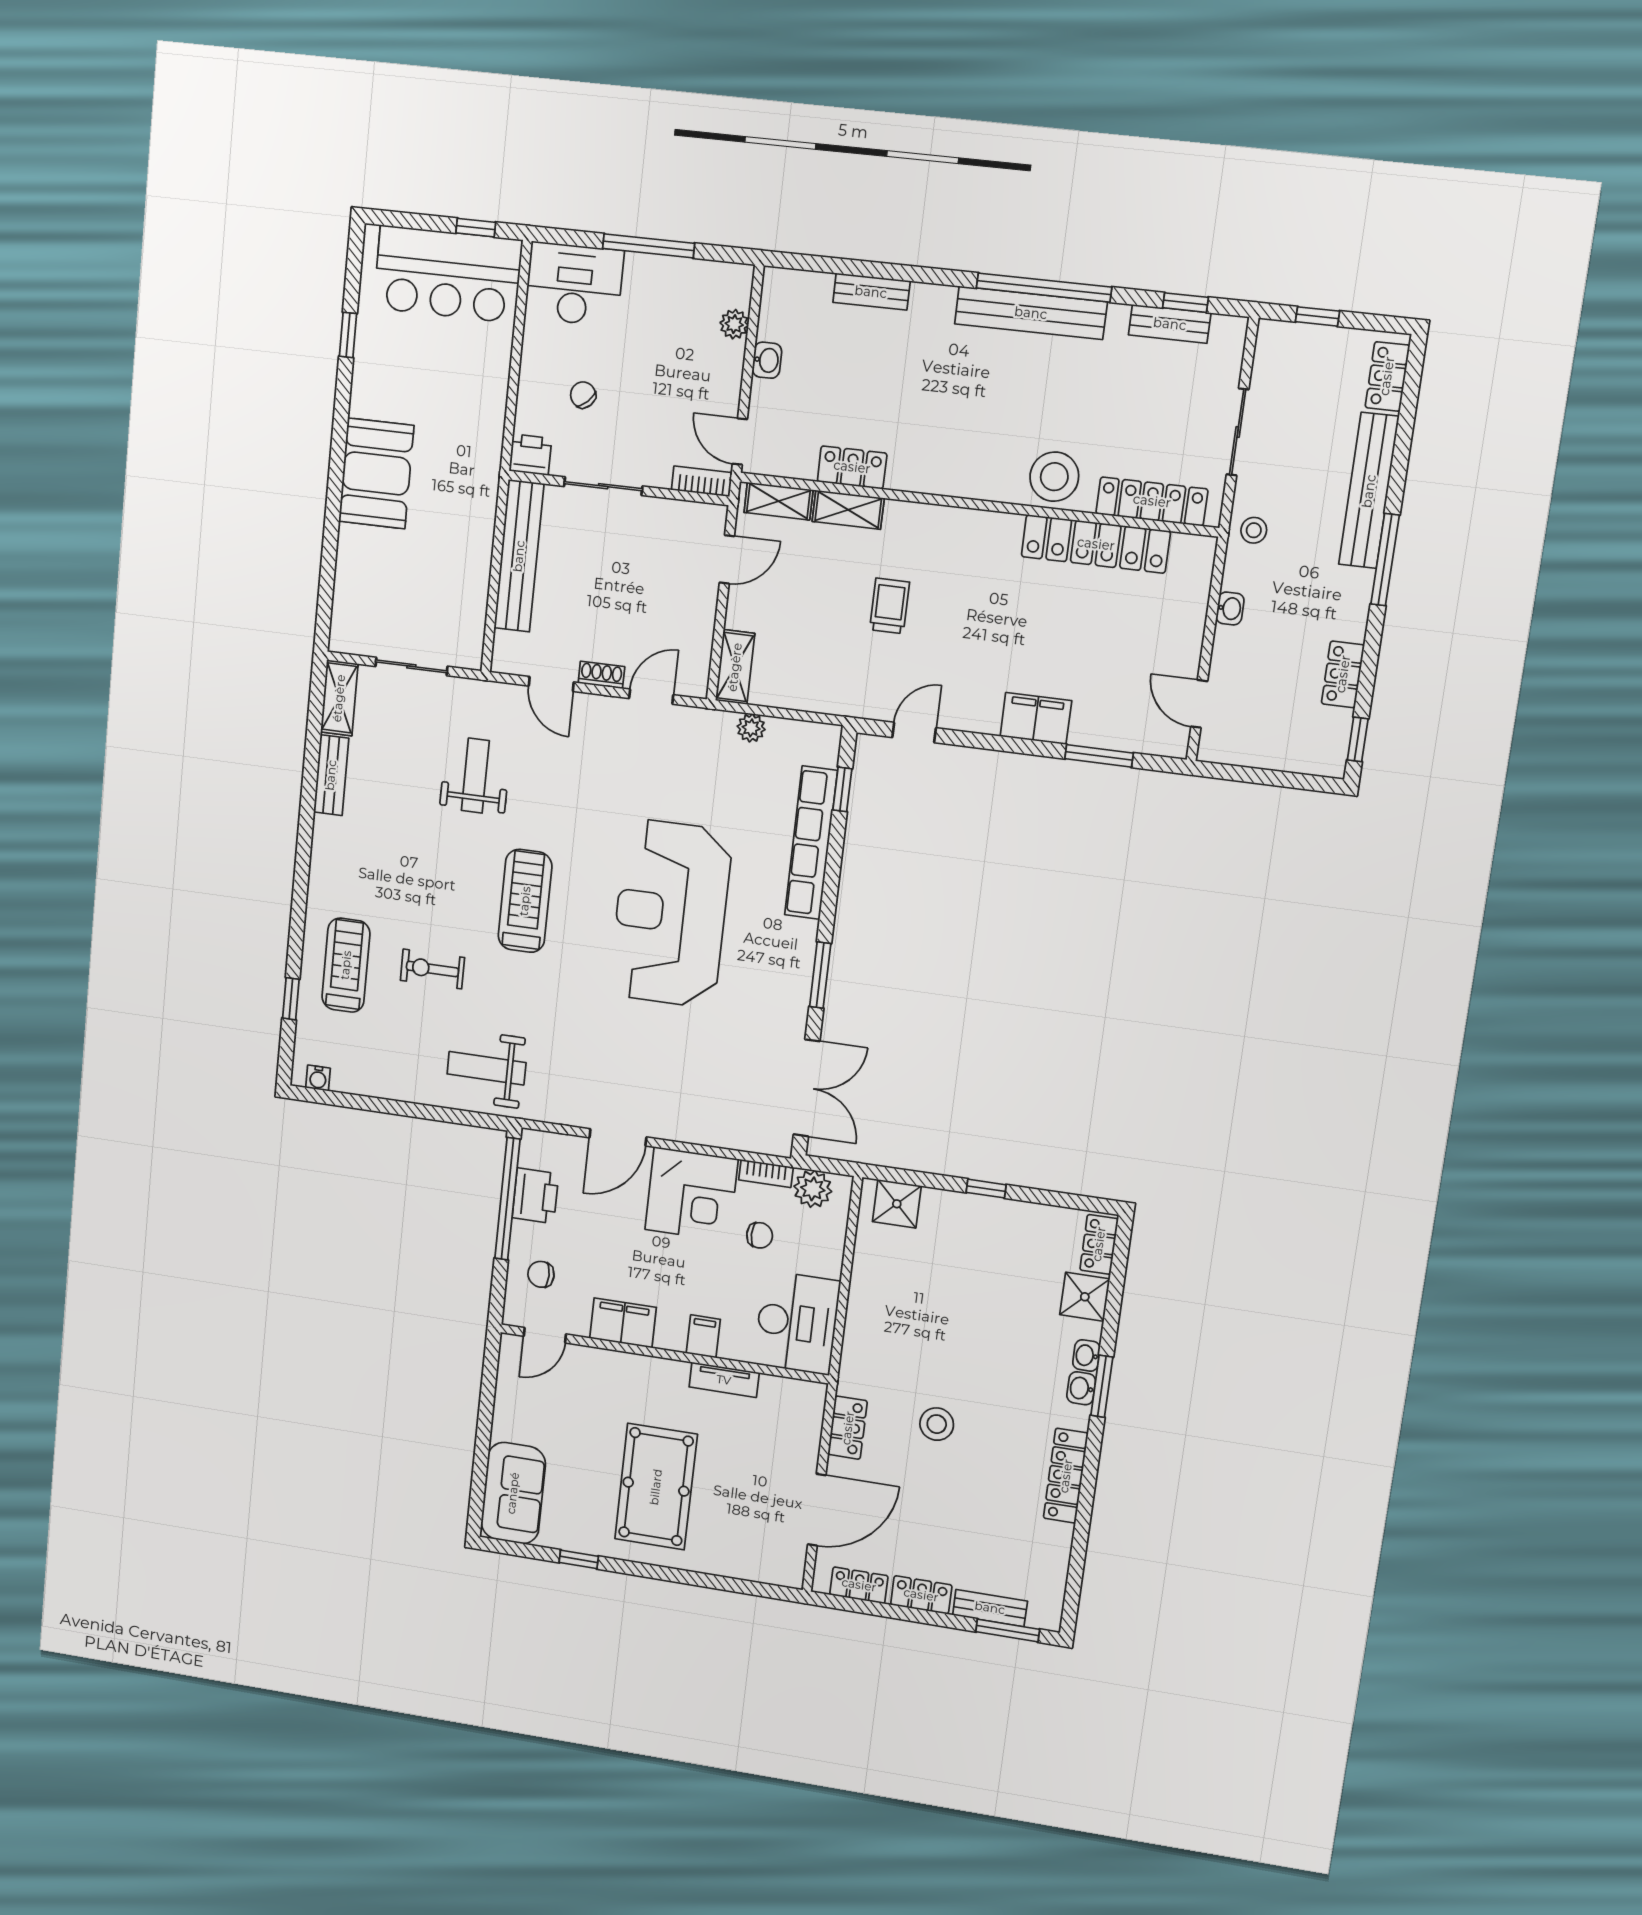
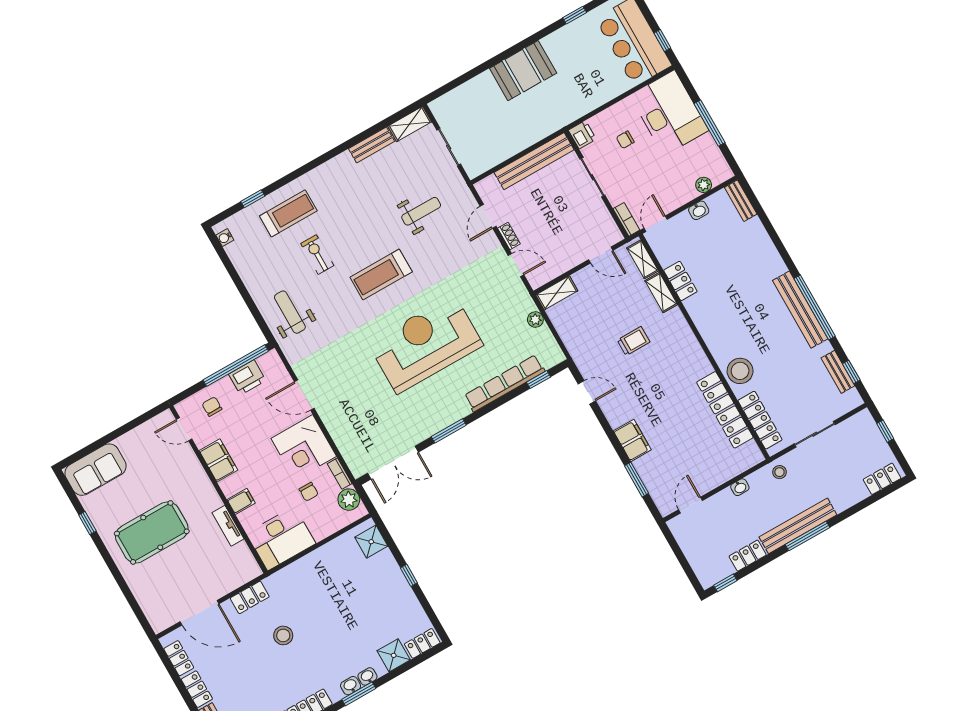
desk: (574, 284) -> (669, 113), width x1.36, depth x1.30
bench: (871, 292) -> (741, 201), moved
chair: (583, 395) -> (625, 140), turned -137
bench: (1369, 491) -> (798, 526), moved
treadmill: (525, 901) -> (381, 274), turned 180

